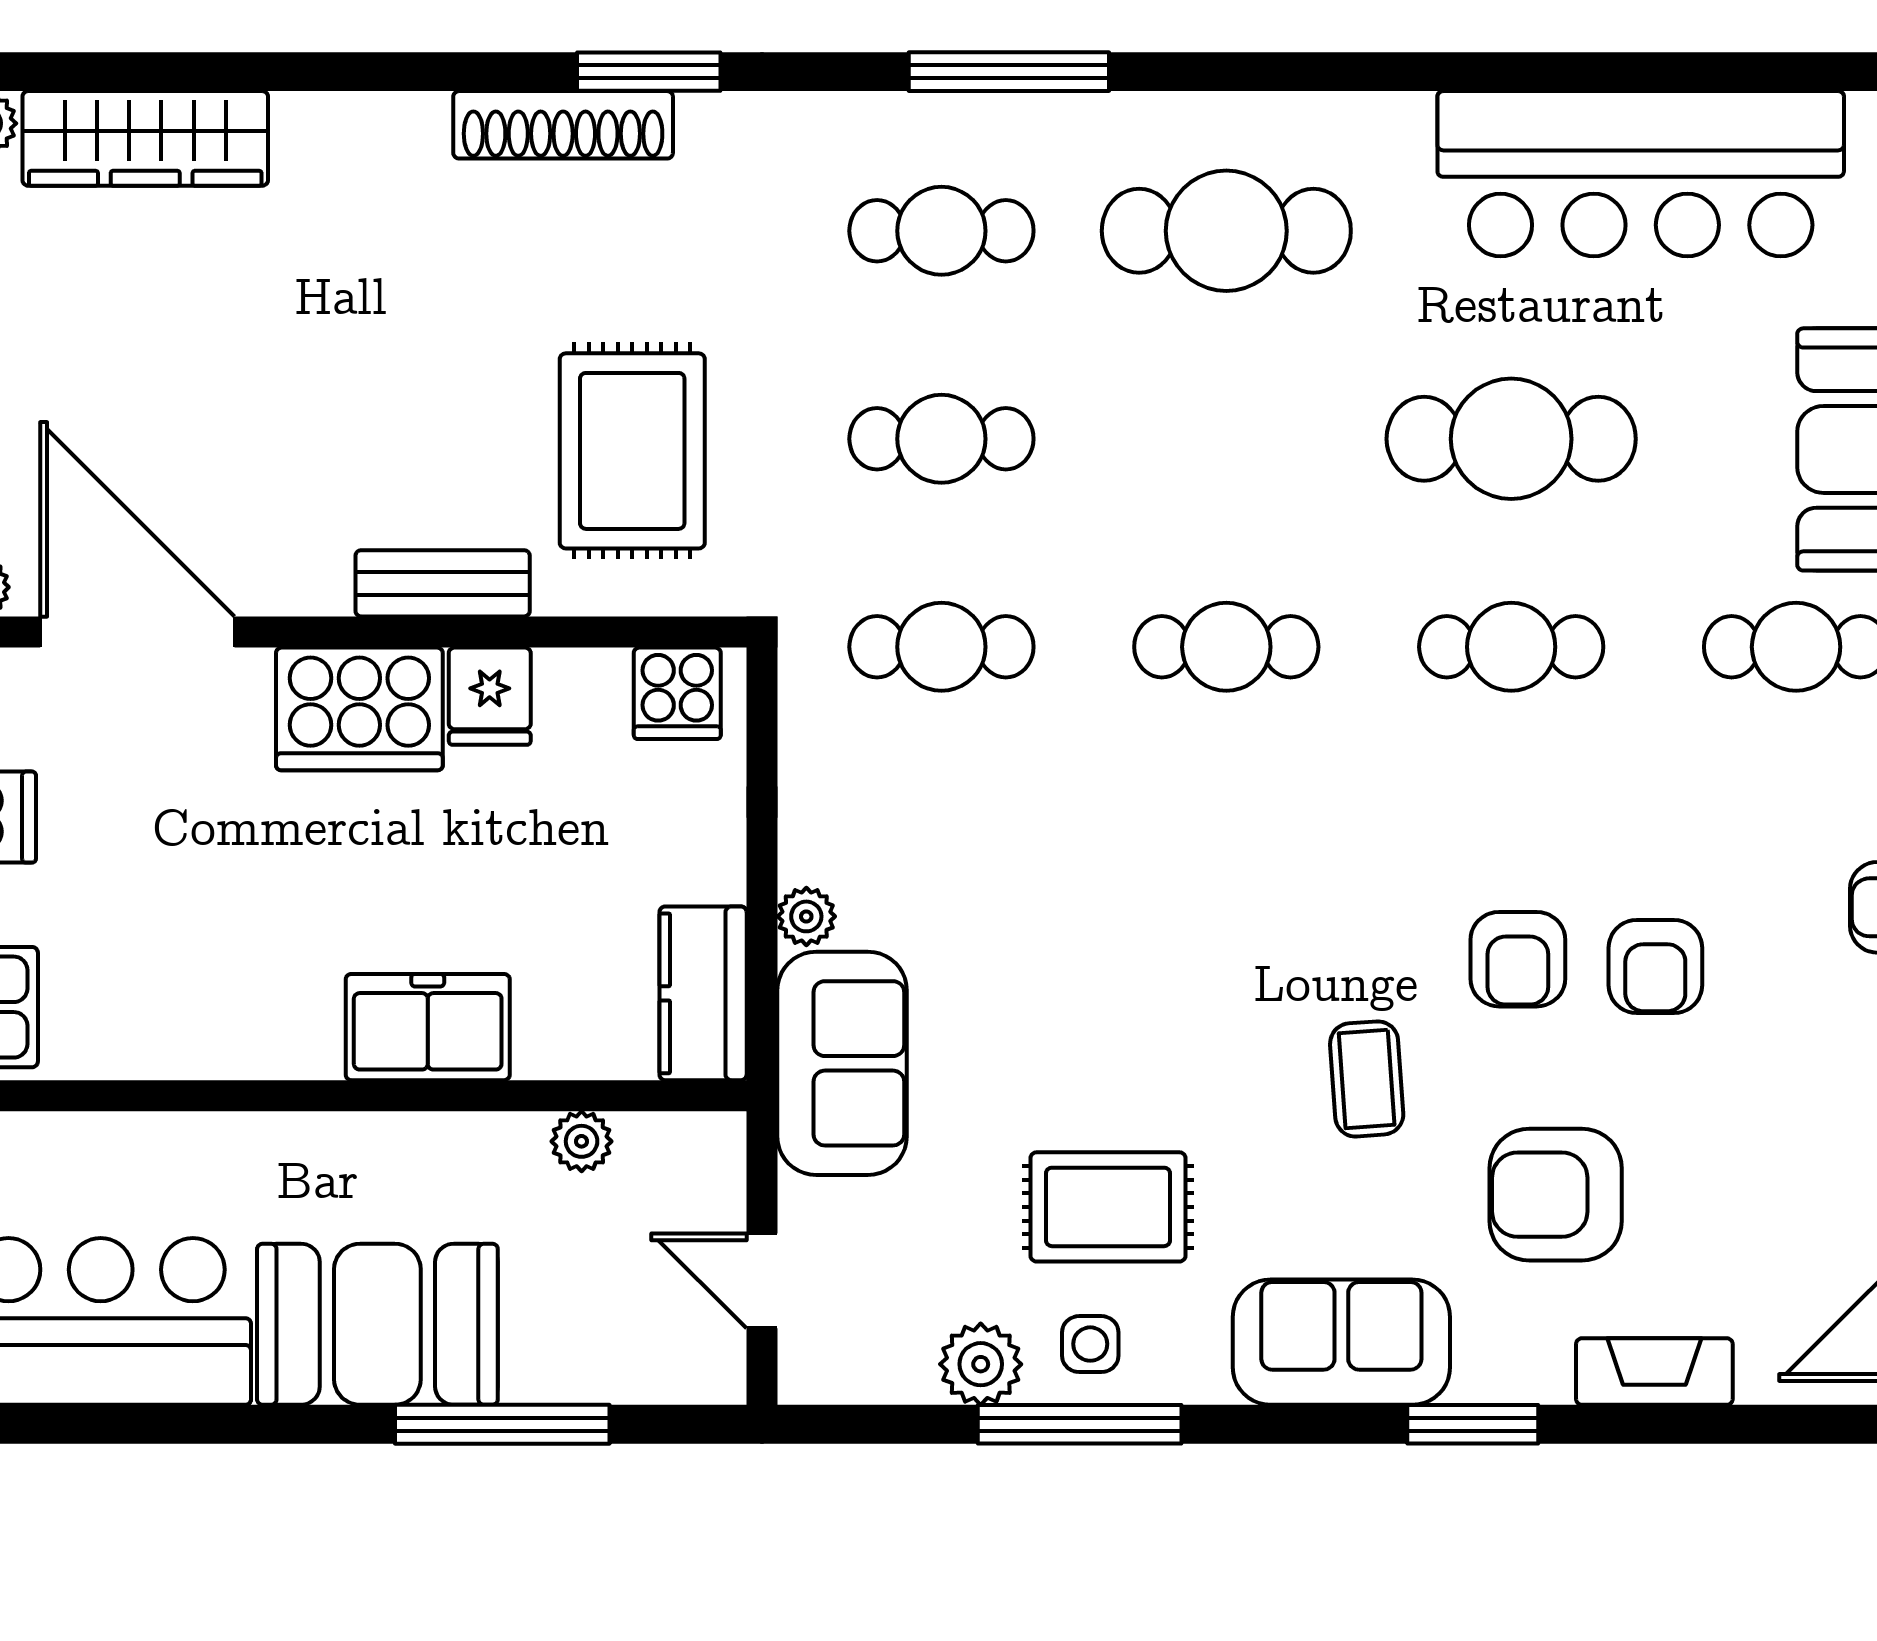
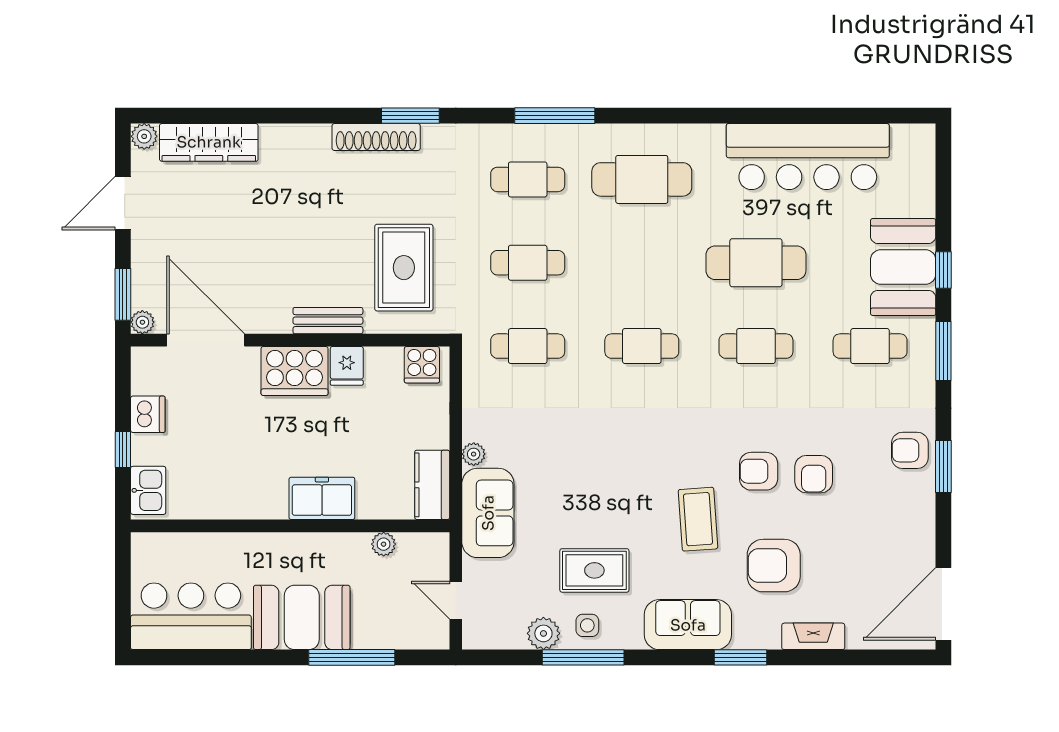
armchair: (1518, 959) -> (759, 471), turned 90
coffee table: (1367, 1079) -> (698, 519), width x1.36, depth x1.30

